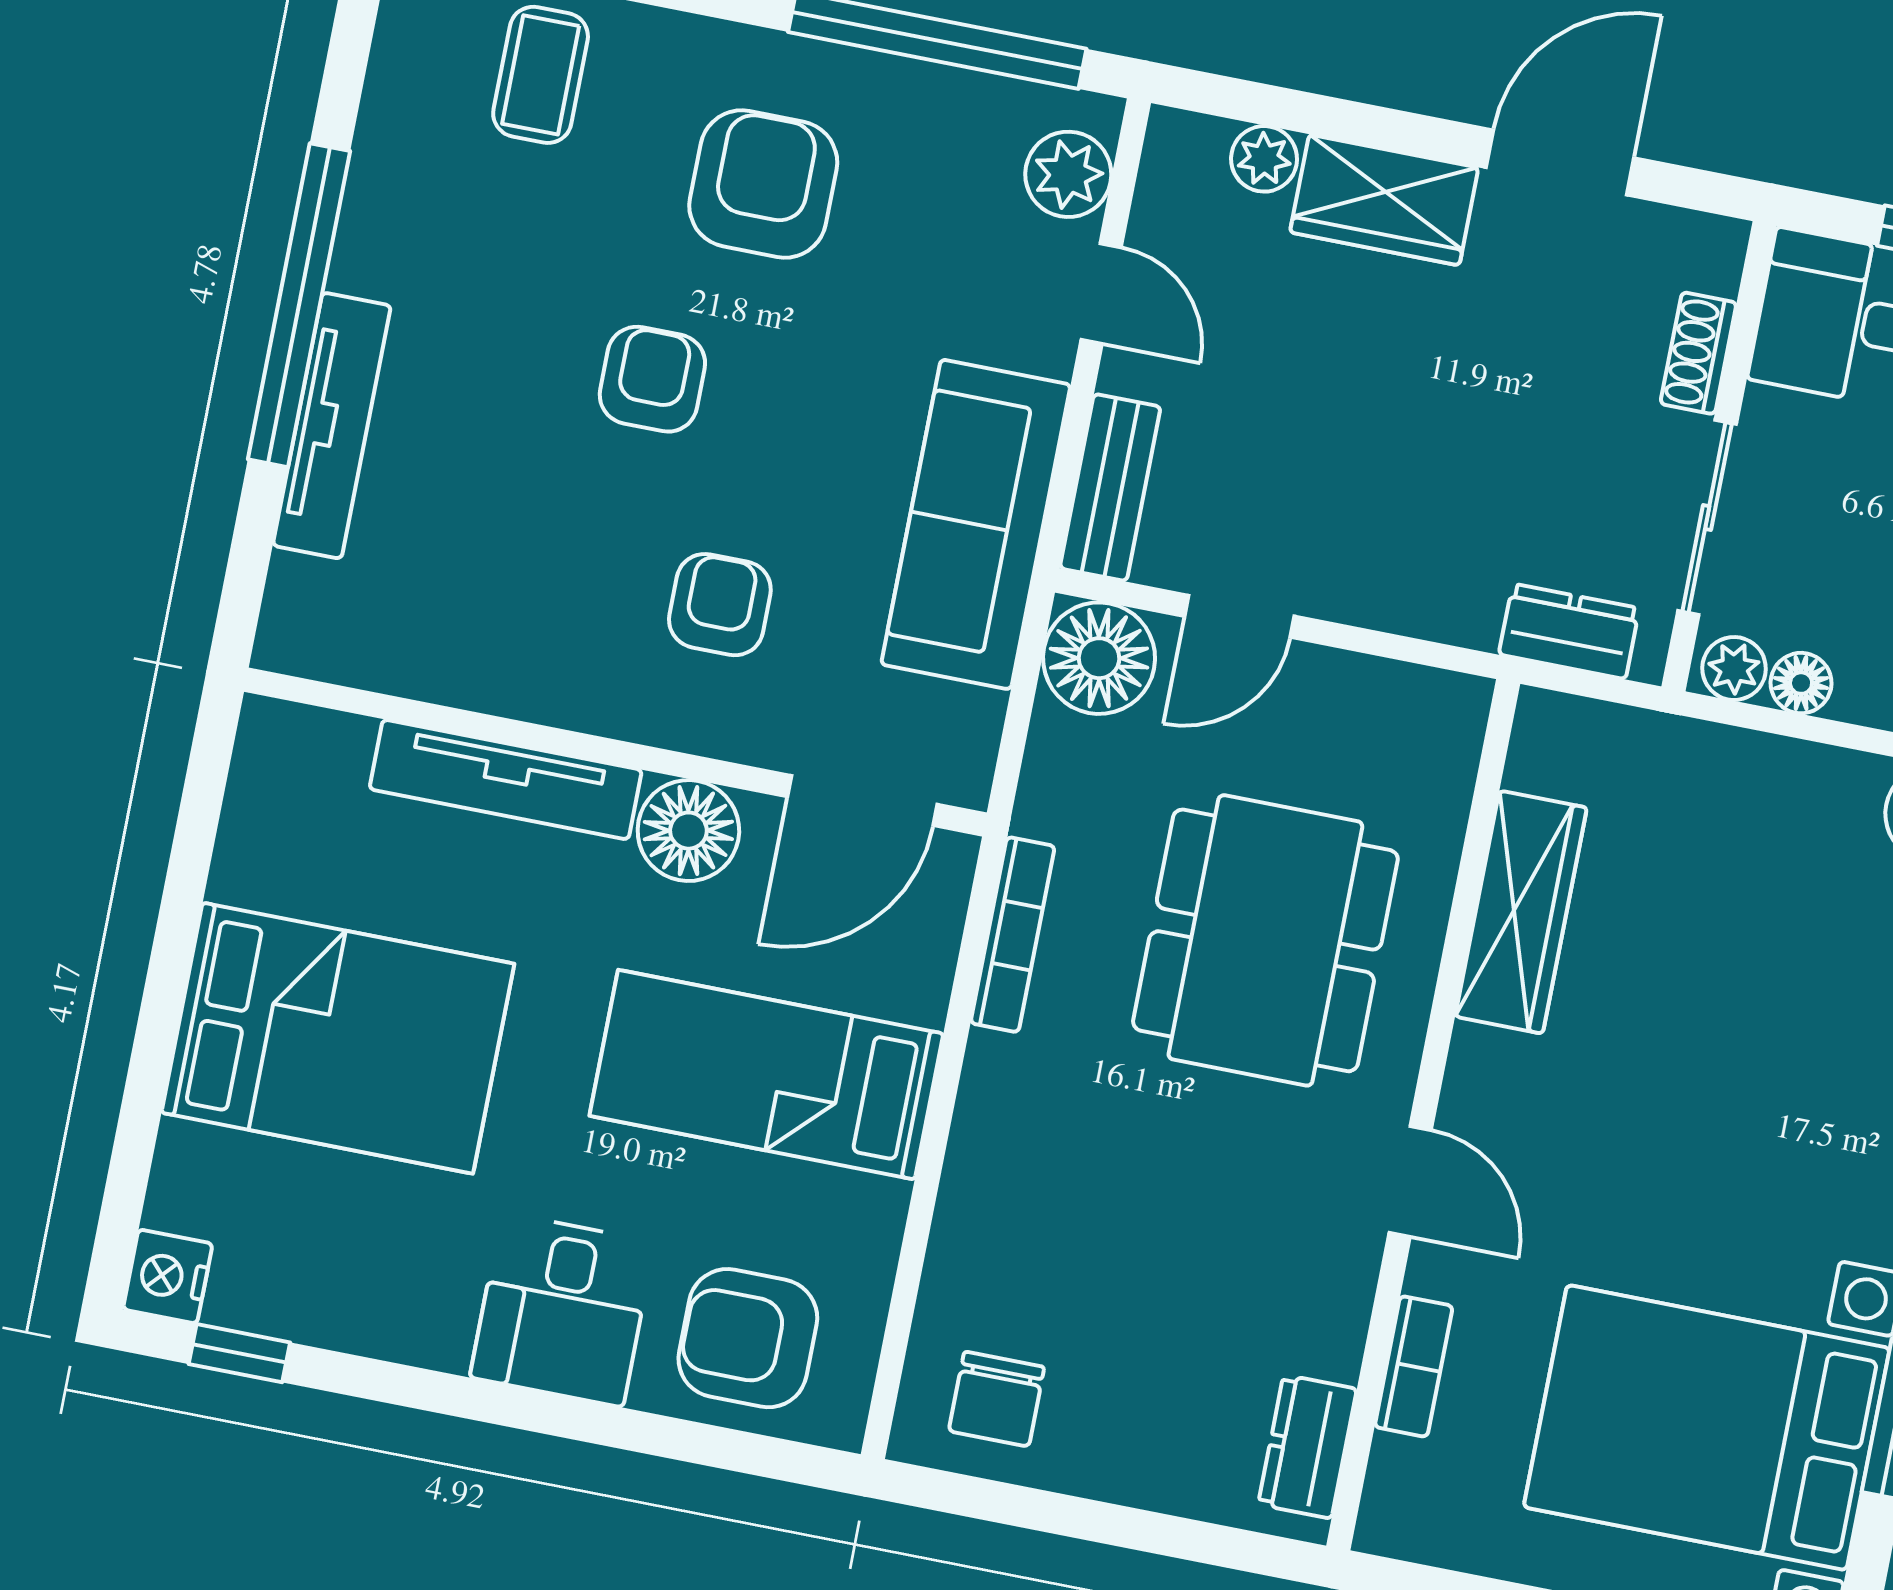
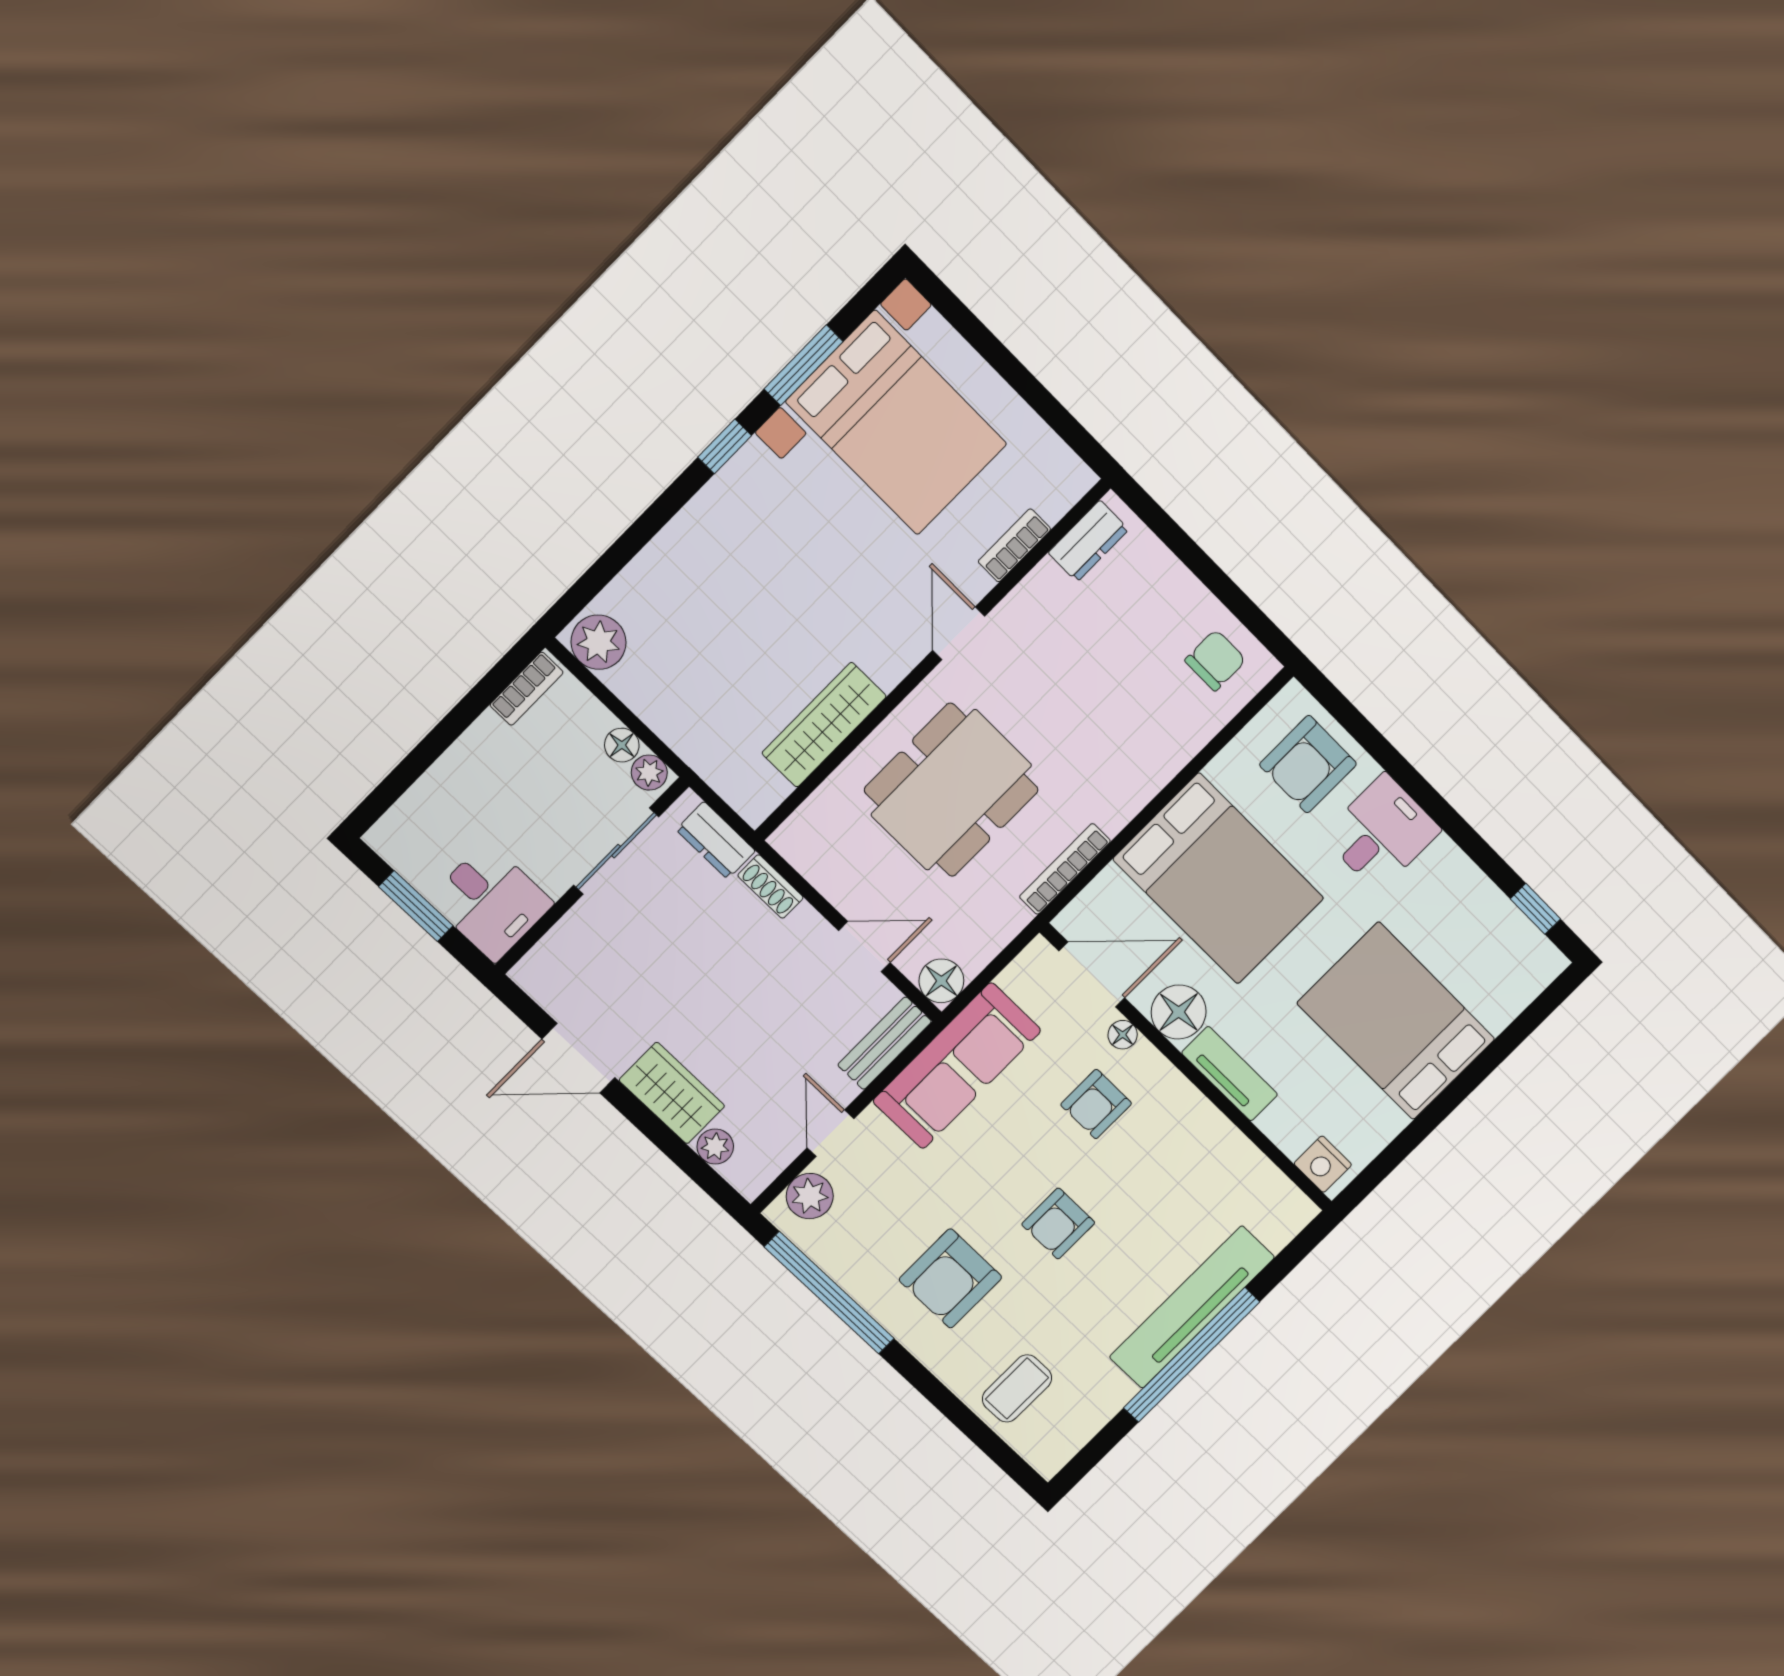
shoe rack: (1698, 353) -> (770, 887), moved, turned 90
tv unit: (332, 426) -> (1192, 1307), width x1.36, depth x1.29
floor lamp: (1099, 658) -> (941, 981), width x0.73, depth x0.73
floor lamp: (752, 739) -> (1123, 1035), added
tv unit: (506, 780) -> (1230, 1074), width x0.71
bed: (766, 1075) -> (1219, 879), width x1.50
nightstand: (168, 1276) -> (1323, 1164), moved, turned 90
armchair: (748, 1338) -> (1308, 764), turned 90

